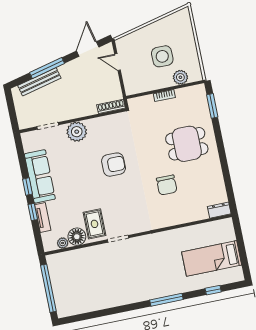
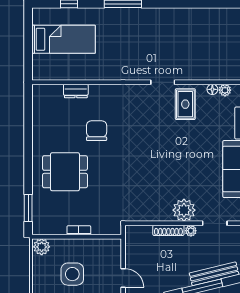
plant: (180, 77) -> (42, 247), moved
shoe rack: (111, 106) -> (168, 230), moved
plant: (67, 115) -> (191, 231), added
armchair: (114, 165) -> (151, 165), removed
dresser: (219, 210) -> (76, 91), moved
floor lamp: (77, 237) -> (212, 89), width x0.53, depth x0.53

